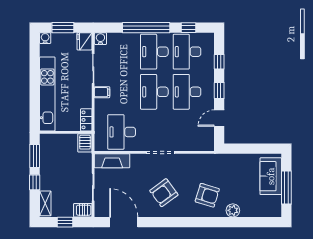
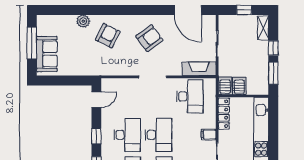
door: (219, 118) -> (96, 100), moved
locker: (86, 120) -> (224, 114), width x1.53
armchair: (207, 195) -> (108, 36), turned 100
server rack: (83, 210) -> (239, 86), moved, turned -90

